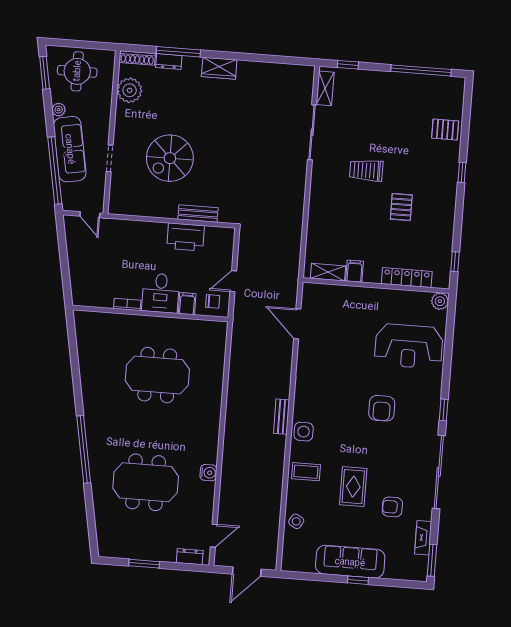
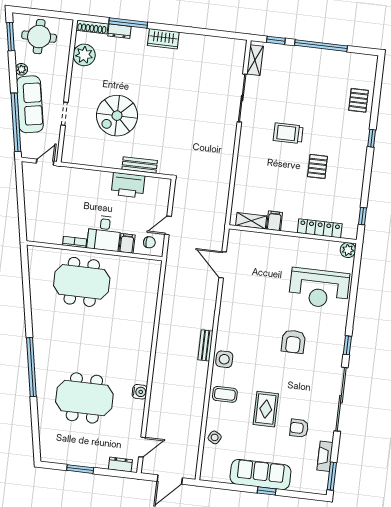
window: (421, 70) -> (321, 46), moved
pallet: (445, 130) -> (359, 100), turned 90
door: (90, 215) -> (45, 162), swing flipped
meeting table: (157, 375) -> (82, 282), moved

